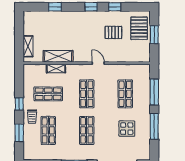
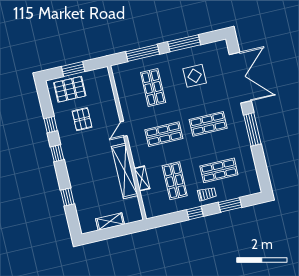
shelving: (28, 46) -> (110, 221), moved
shelving: (58, 56) -> (125, 171), width x1.47
shop shelf: (125, 94) -> (153, 88), turned 90

